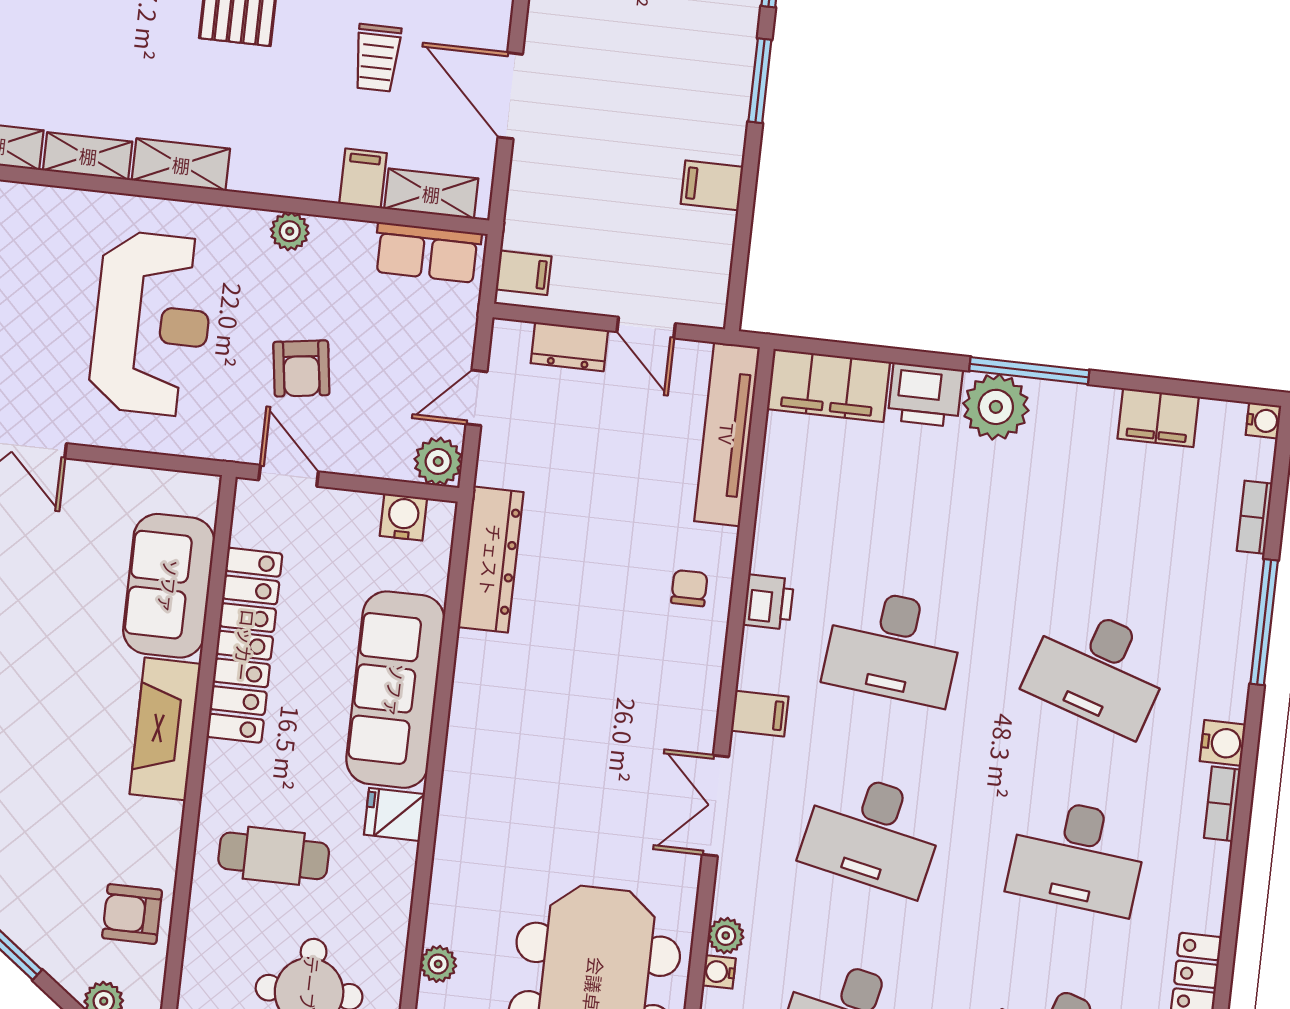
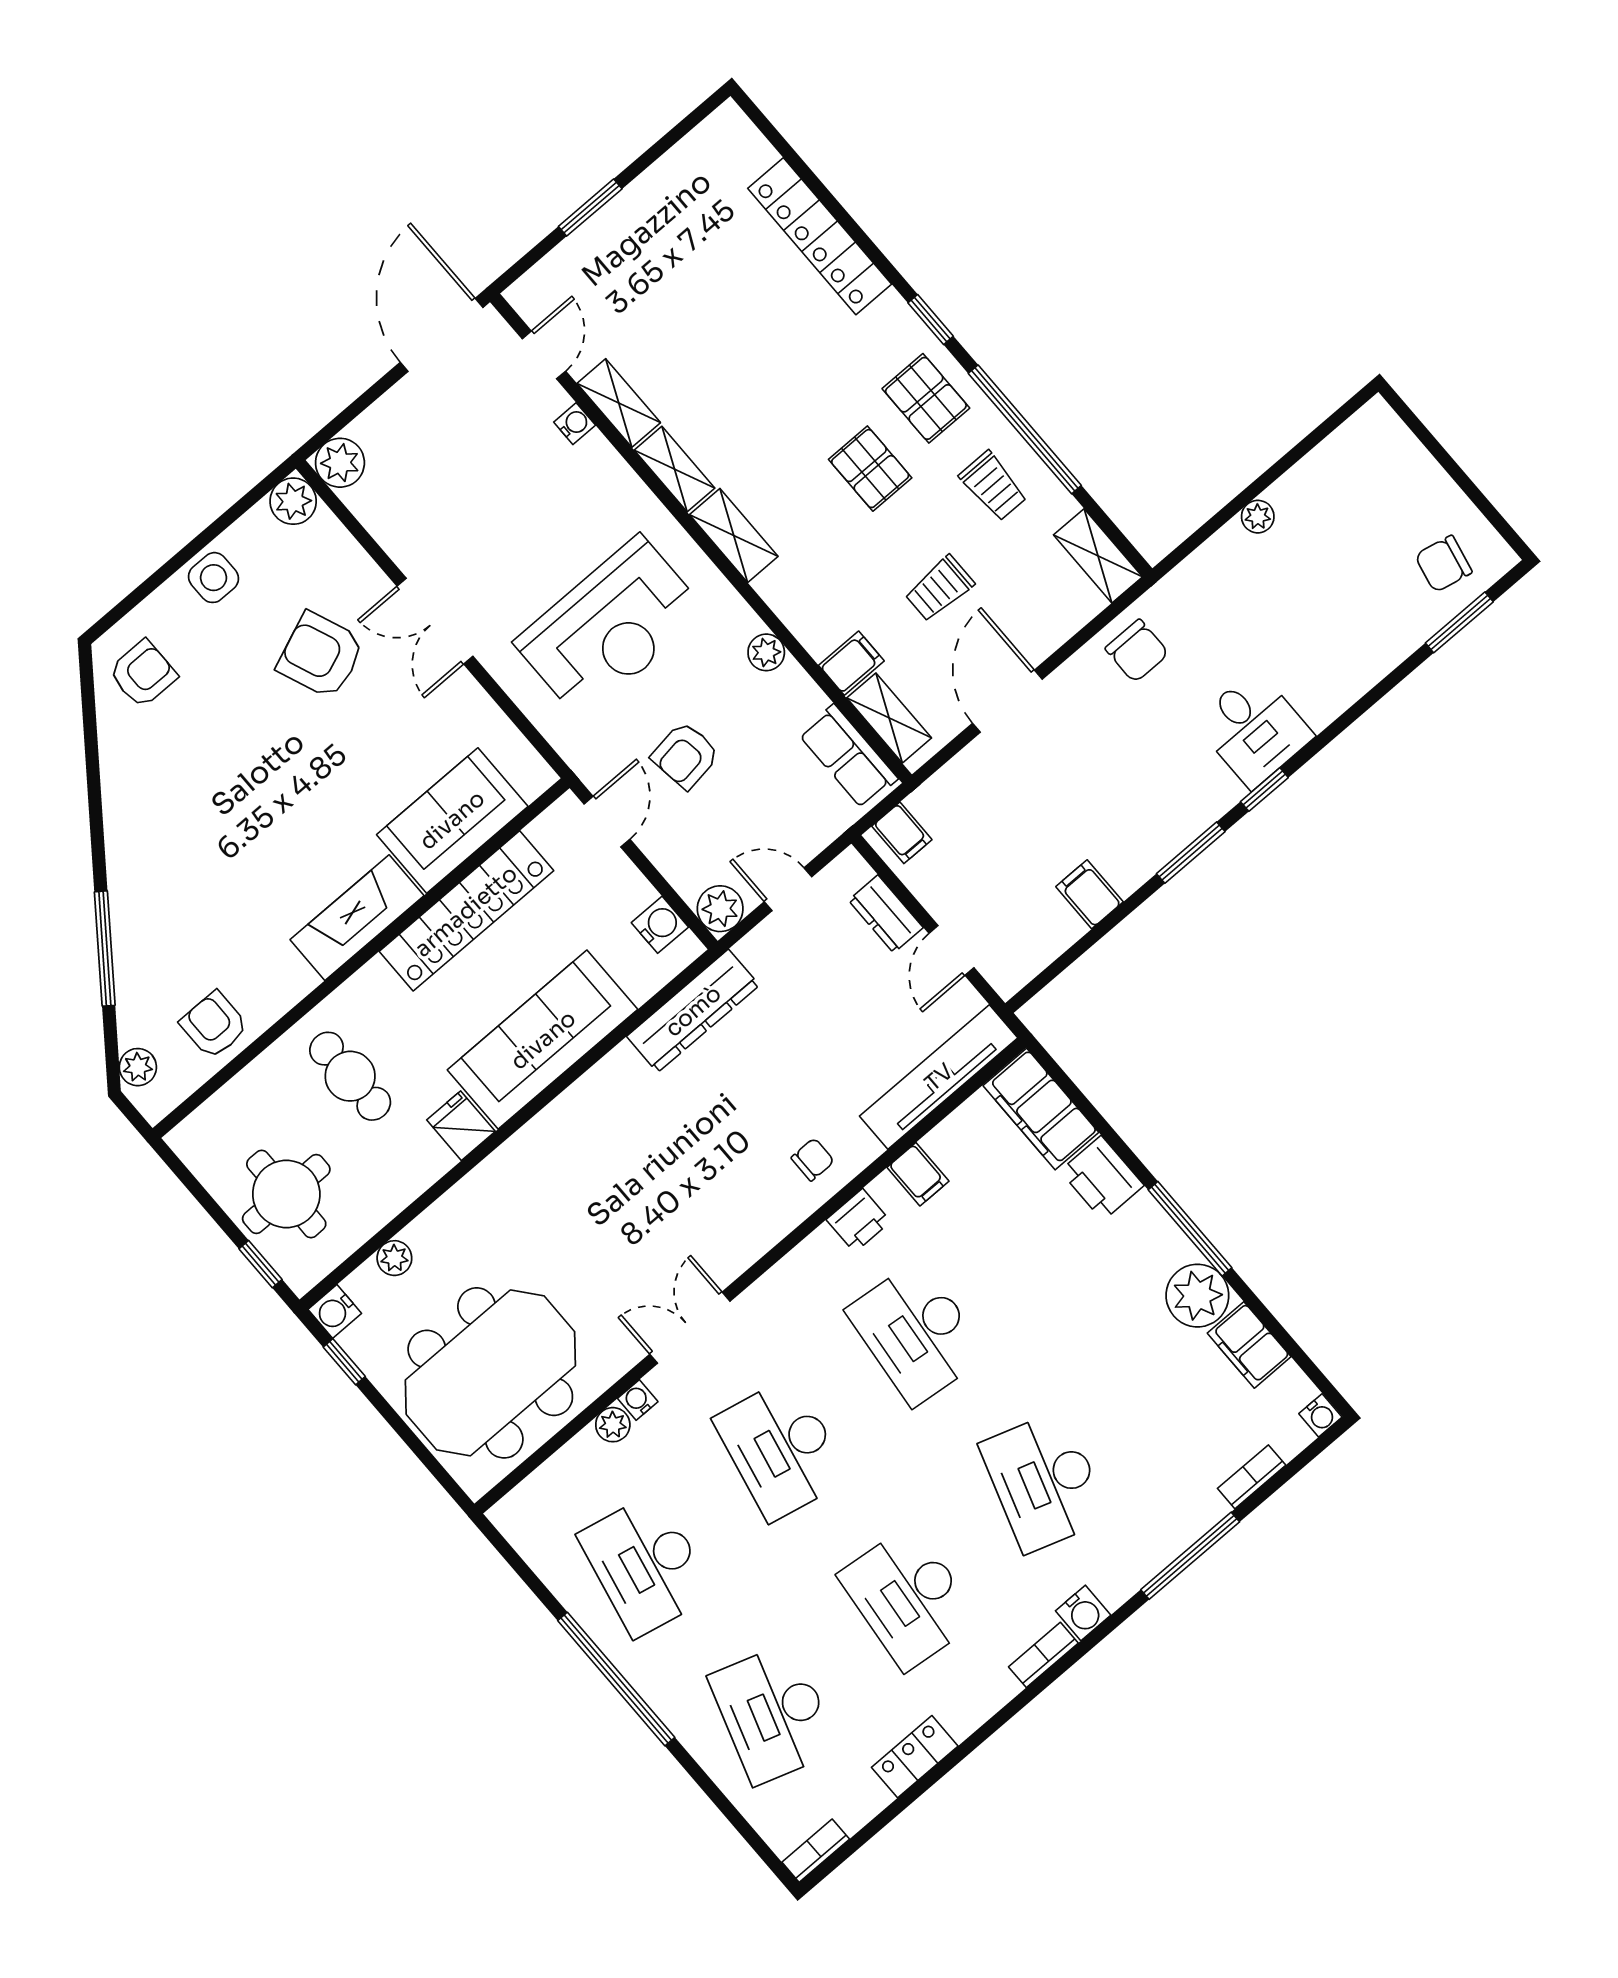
plant: (996, 407) -> (1197, 1296), moved
filing cabinet: (760, 714) -> (918, 1174), moved
water cooler: (719, 972) -> (638, 1400), moved

